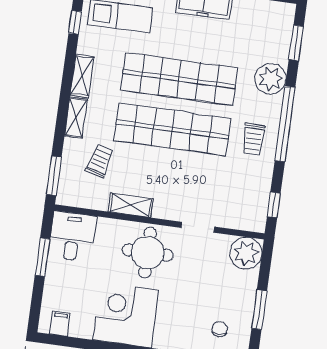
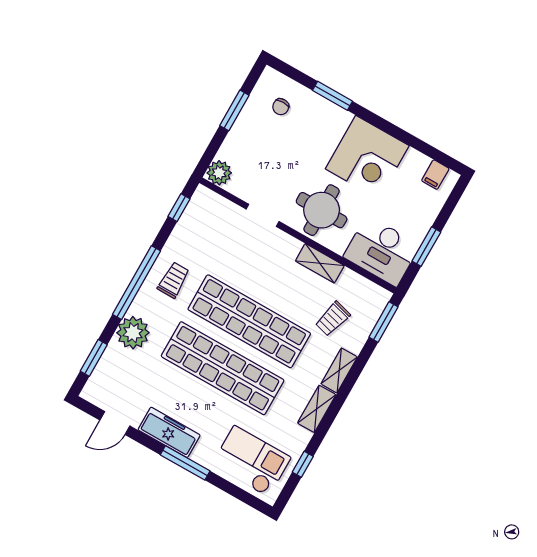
desk: (72, 236) -> (382, 251), width x1.37
plant: (246, 253) -> (219, 173), width x0.73, depth x0.73

